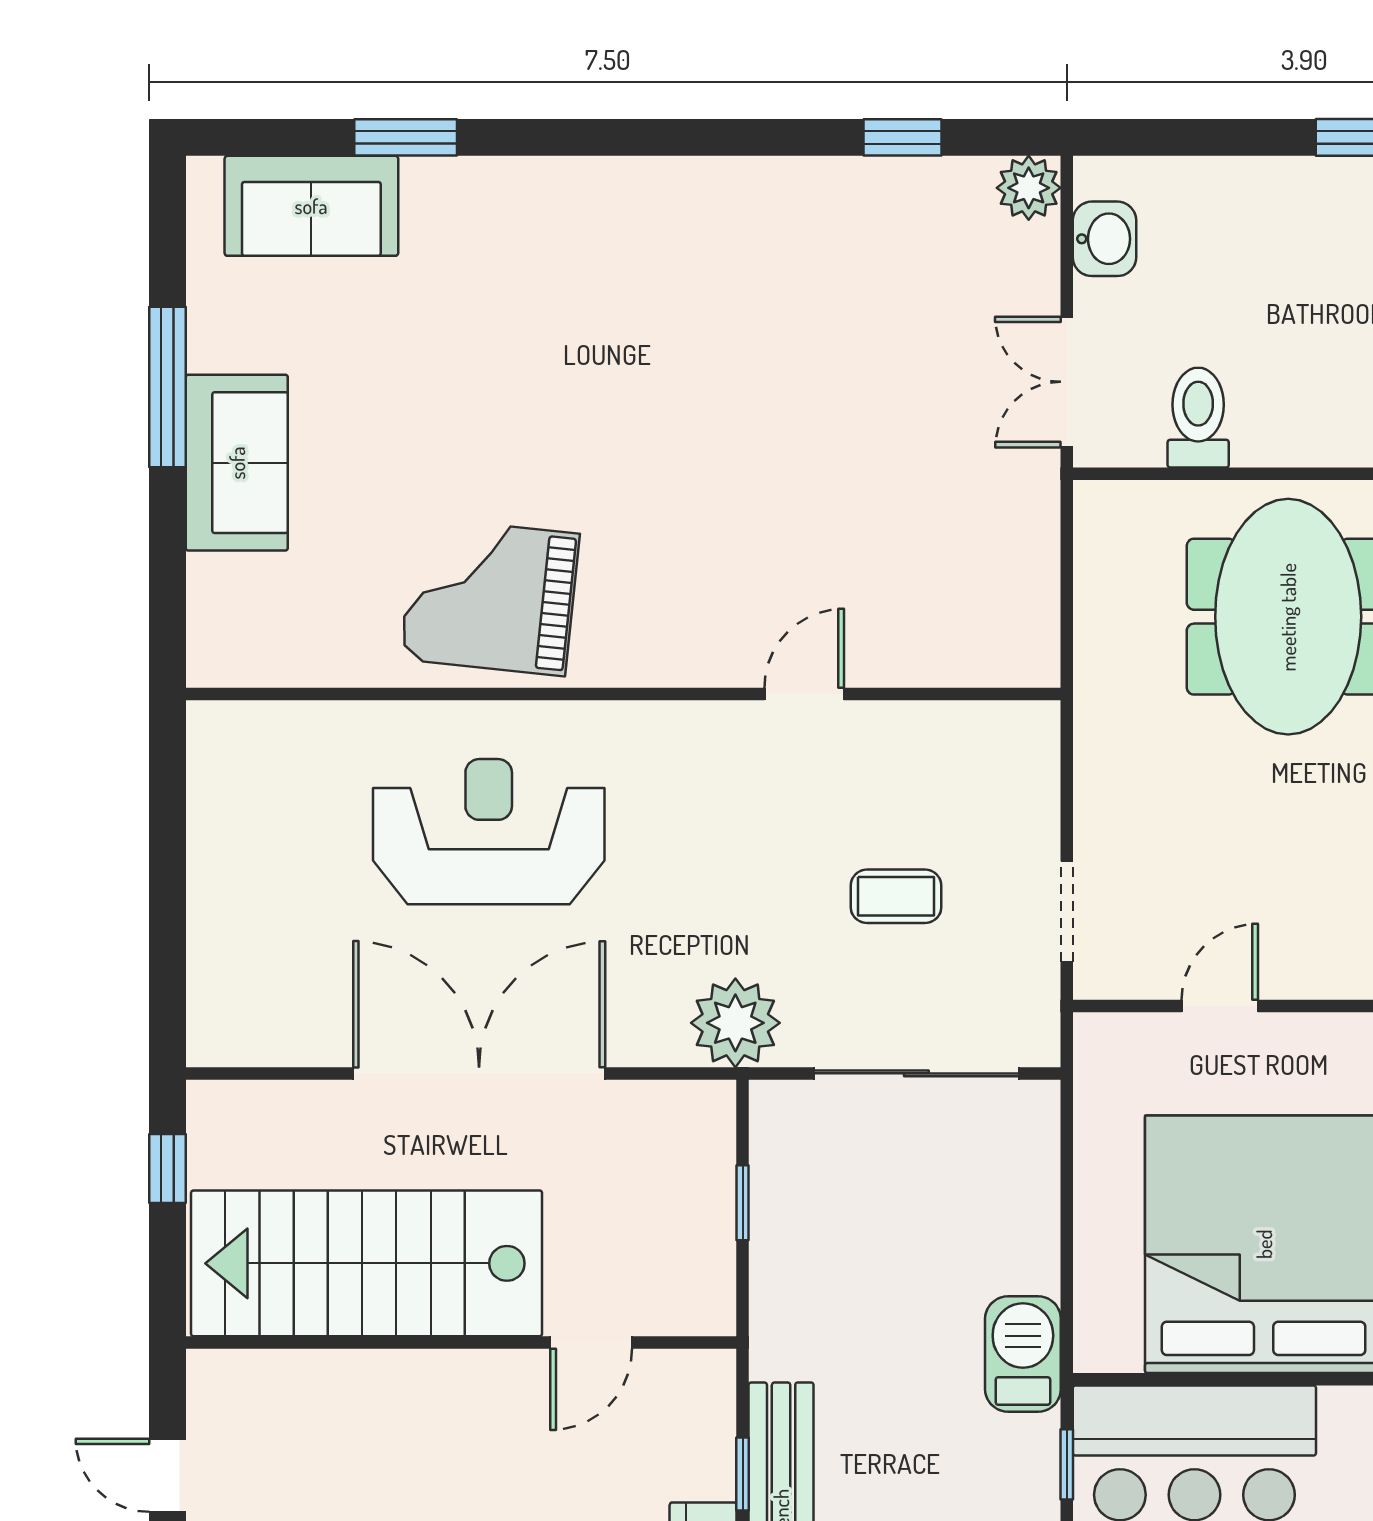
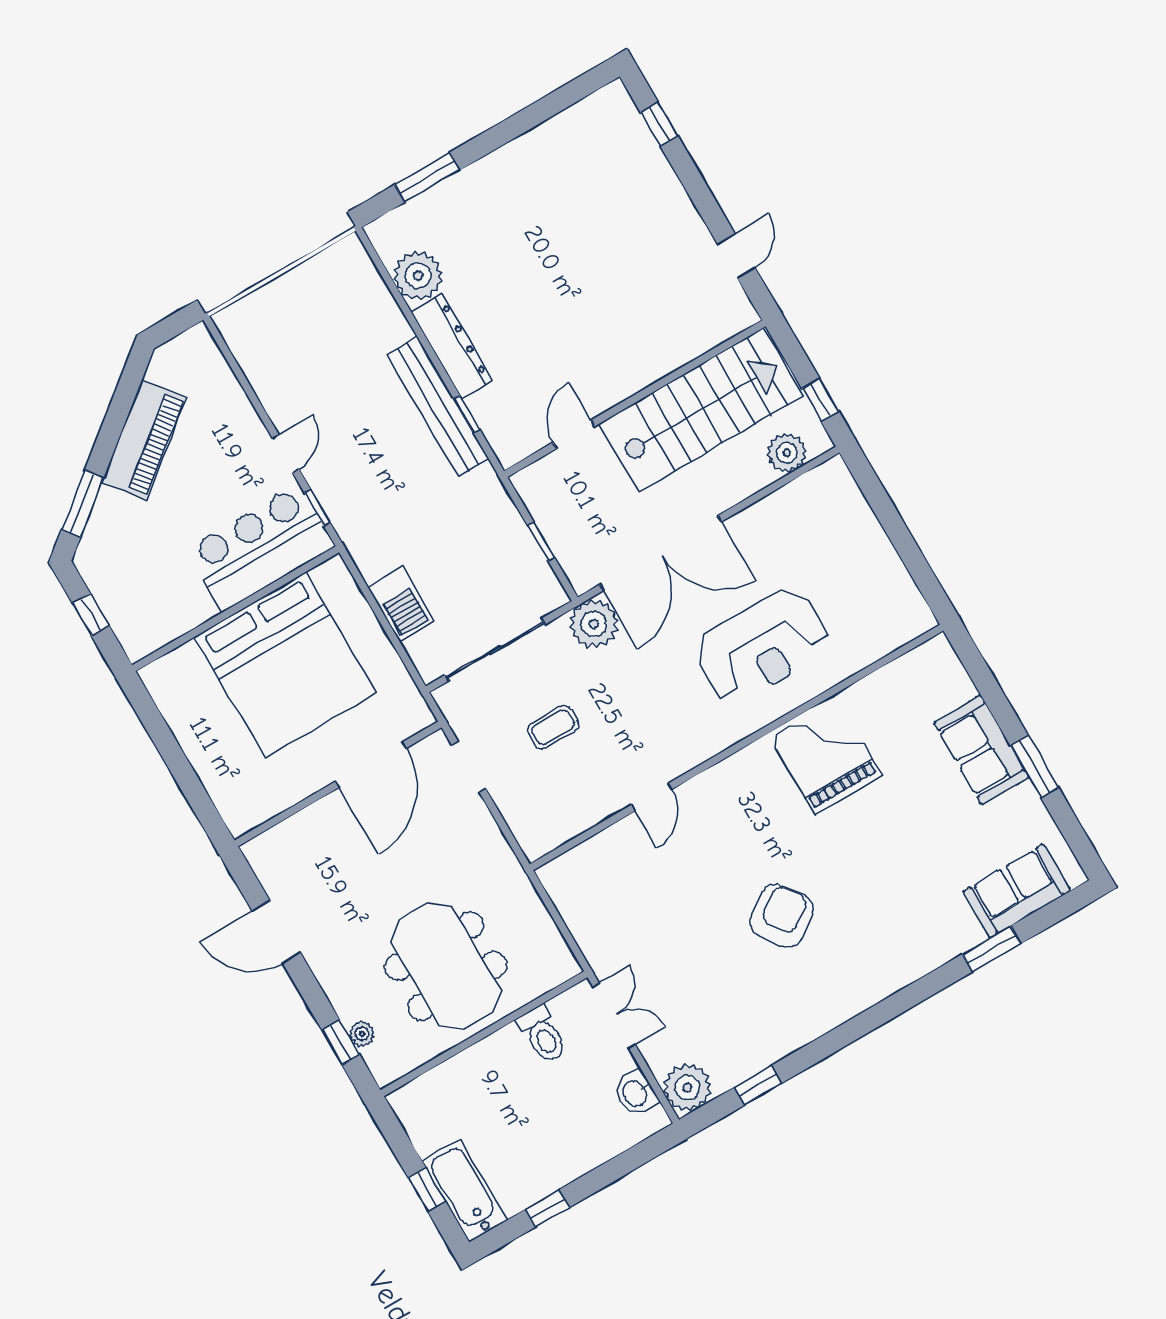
plant: (1029, 188) -> (687, 1088), width x1.36, depth x1.36
armchair: (708, 385) -> (782, 916), added
window: (167, 387) -> (1035, 767), width x0.69
grand piano: (490, 596) -> (826, 757), turned -96
door: (1220, 1006) -> (371, 765), width x1.88
double door: (479, 1073) -> (661, 553), moved
plant: (270, 1115) -> (787, 453), added
barbecue: (1023, 1354) -> (401, 604), moved
door: (167, 1475) -> (736, 256), hinge flipped

